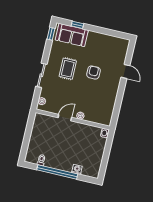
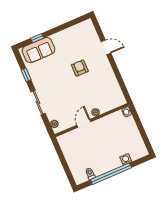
window: (51, 34) -> (26, 75), moved
rug: (68, 69) -> (56, 81), removed

